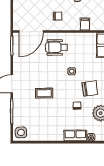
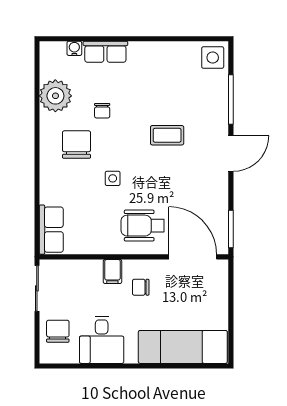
filing cabinet: (85, 24) -> (112, 271), moved
door: (31, 32) -> (193, 257), hinge flipped
wheelchair: (56, 47) -> (143, 226), turned 180
chair: (90, 88) -> (76, 145), turned 98

